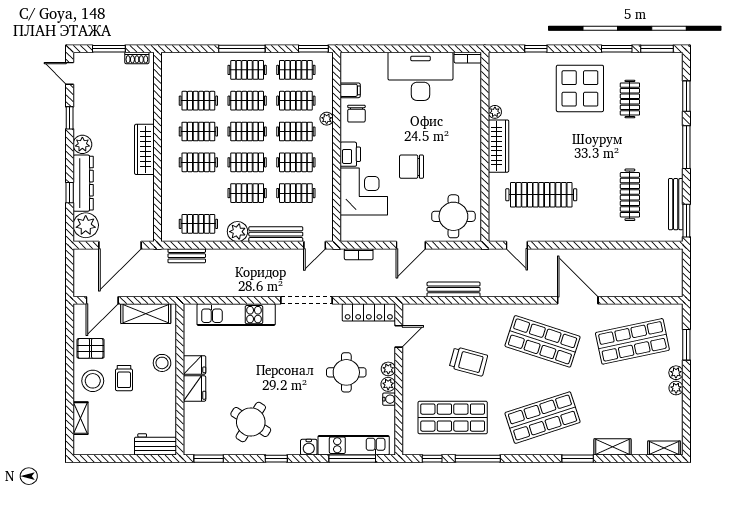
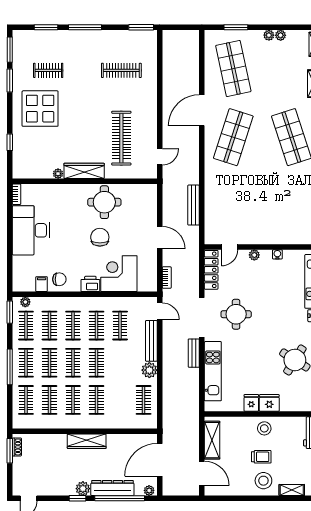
window: (109, 49) -> (10, 451), moved
window: (70, 118) -> (77, 498), moved
plant: (327, 119) -> (25, 302), moved
chair: (411, 167) -> (100, 237), turned 180
window: (70, 193) -> (120, 498), width x3.17
clothes rail: (247, 193) -> (26, 400), moved
bench: (676, 204) -> (128, 35), removed
round table: (453, 216) -> (104, 202), moved
plant: (86, 225) -> (149, 490), width x0.53, depth x0.53
door: (120, 245) -> (160, 460), swing flipped
bench: (187, 256) -> (194, 353), moved
door: (399, 336) -> (229, 247), swing flipped
pallet: (91, 348) -> (239, 482), removed
trolley: (468, 361) -> (249, 194), removed
stool: (162, 363) -> (264, 428), moved
round table: (346, 372) -> (236, 314), moved
plant: (676, 373) -> (281, 35), moved
plant: (388, 384) -> (266, 255), removed
shop shelf: (453, 418) -> (291, 206), removed

